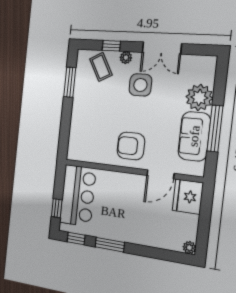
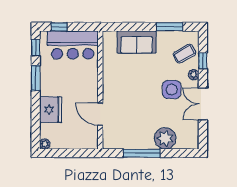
sofa: (194, 136) -> (137, 42), moved, turned 180
armchair: (131, 146) -> (121, 87), removed
fridge: (188, 197) -> (51, 110), moved, turned 90

